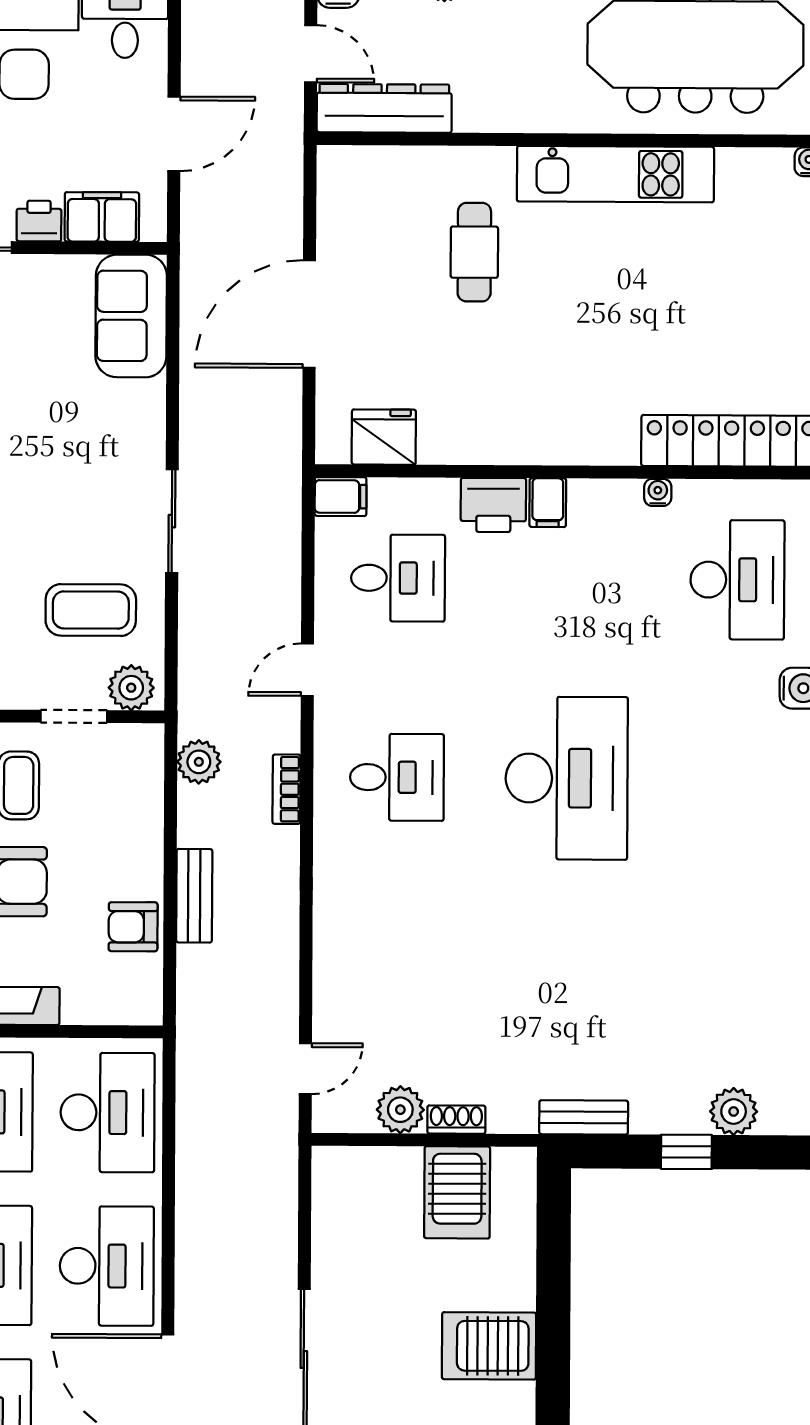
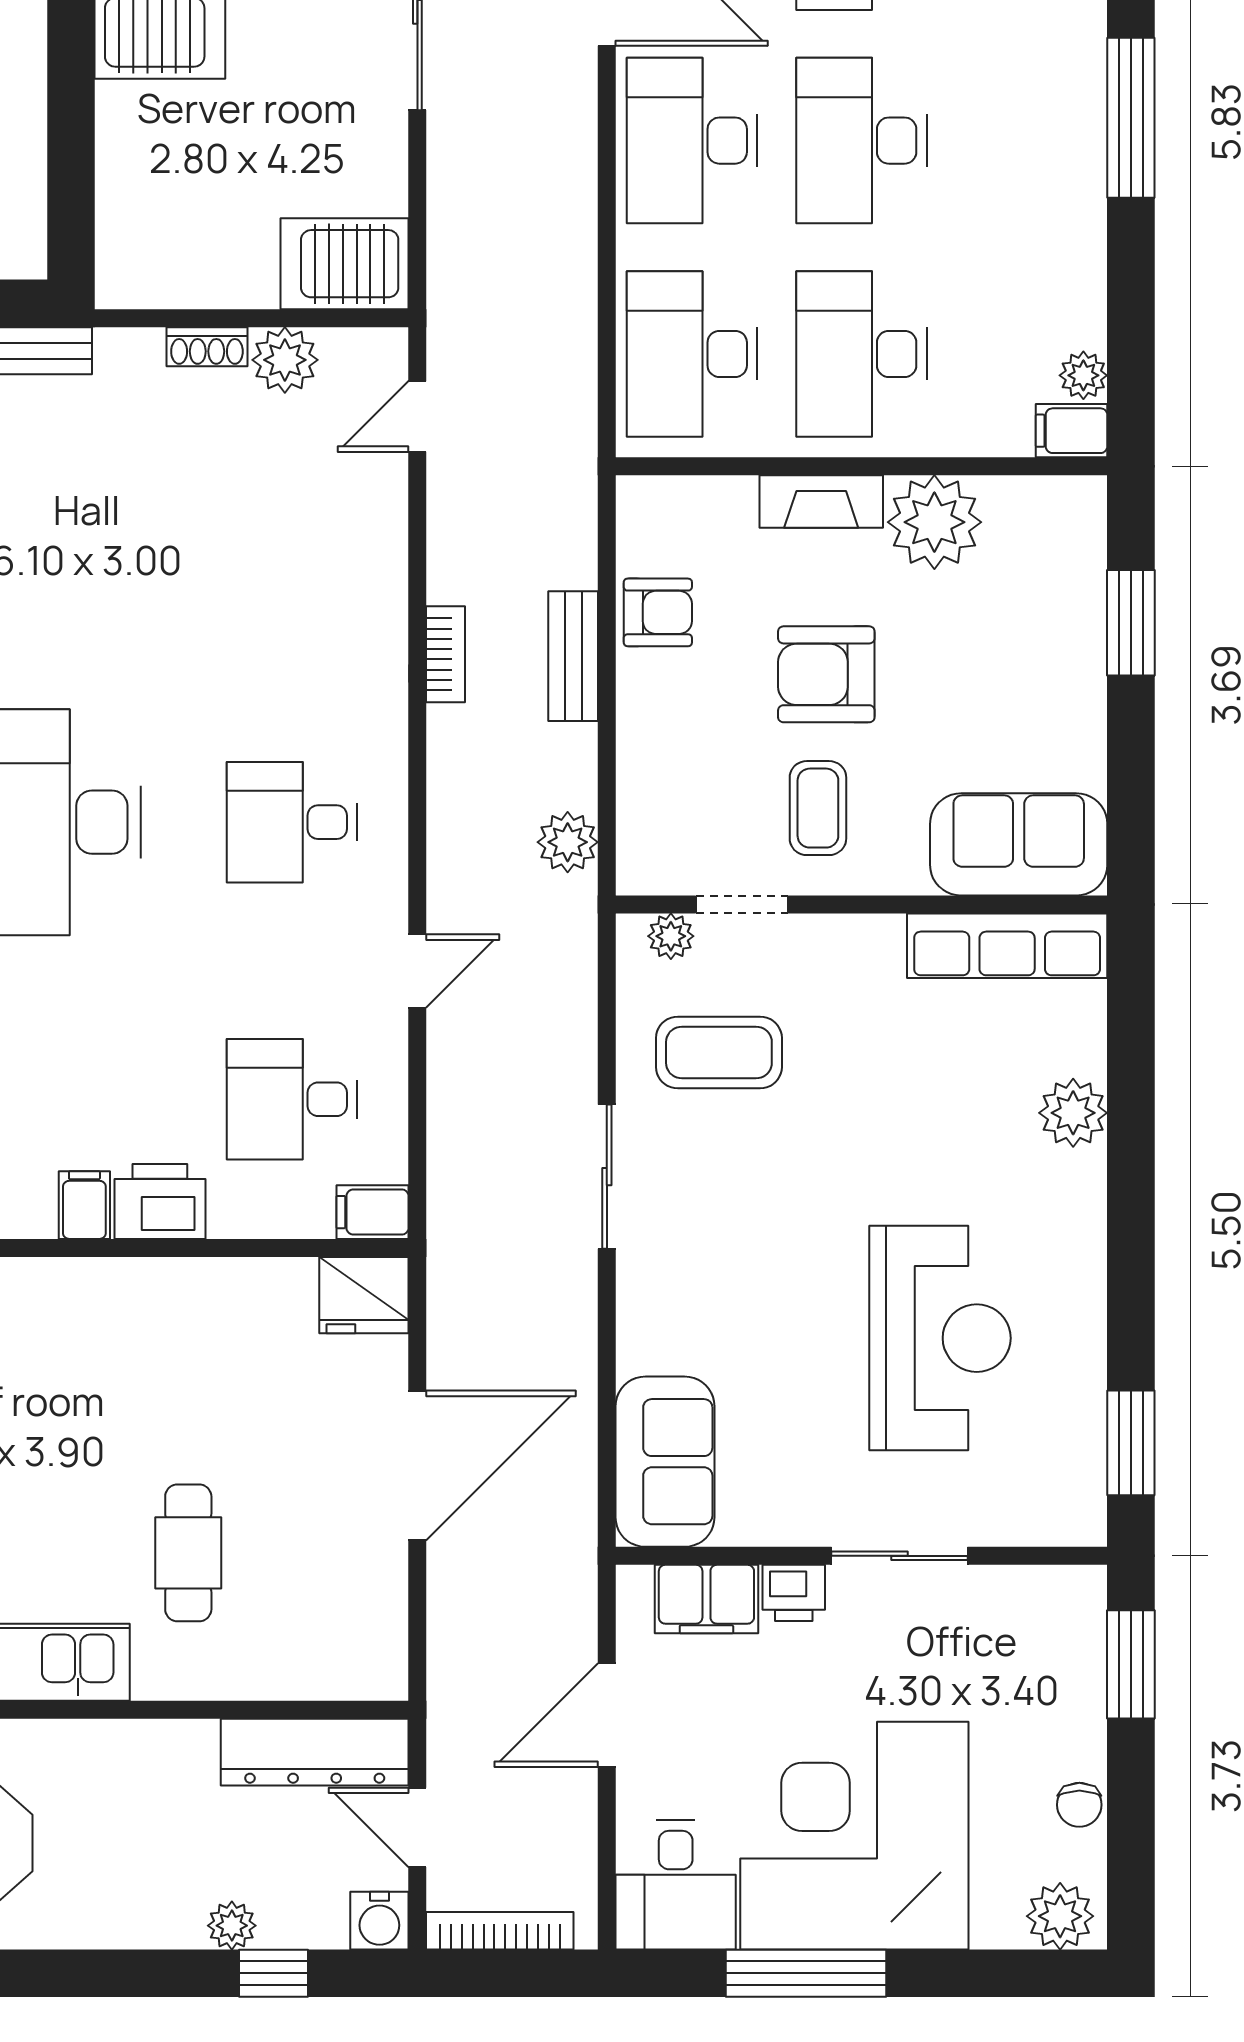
fridge: (384, 437) -> (364, 1295), moved
plant: (131, 688) -> (671, 936), width x0.73, depth x0.73
bookcase: (287, 789) -> (446, 654), moved
server rack: (457, 1192) -> (345, 264), moved, turned -90

